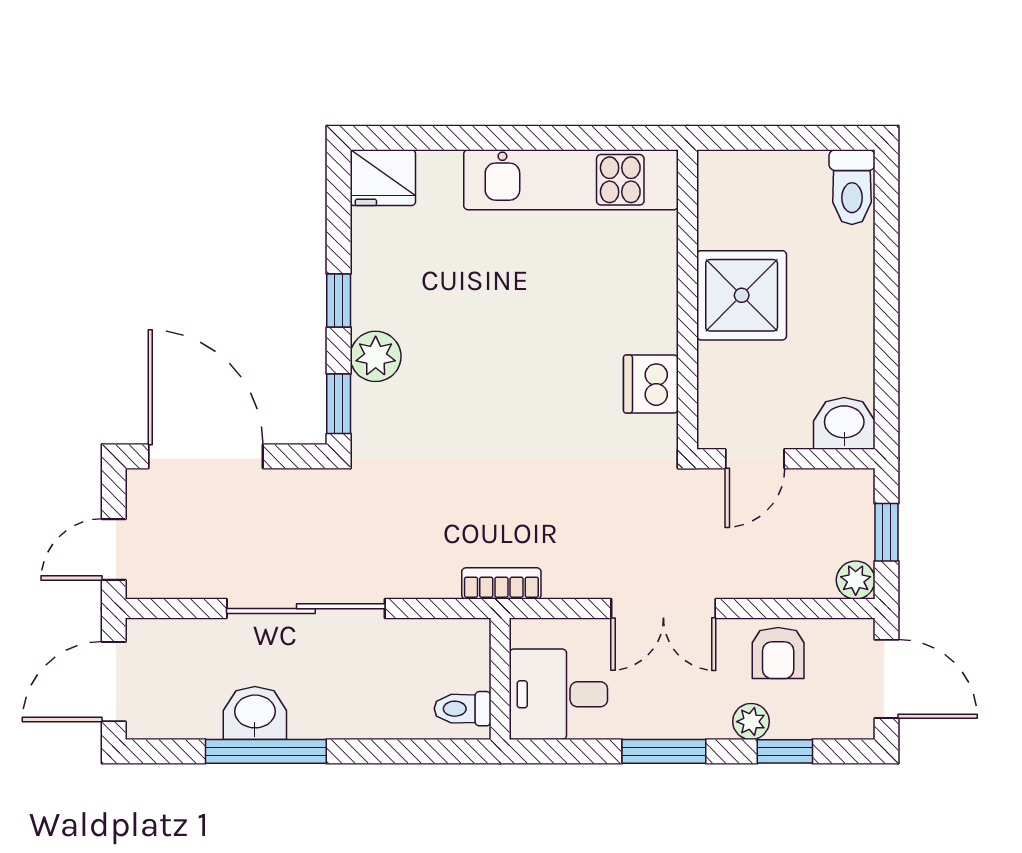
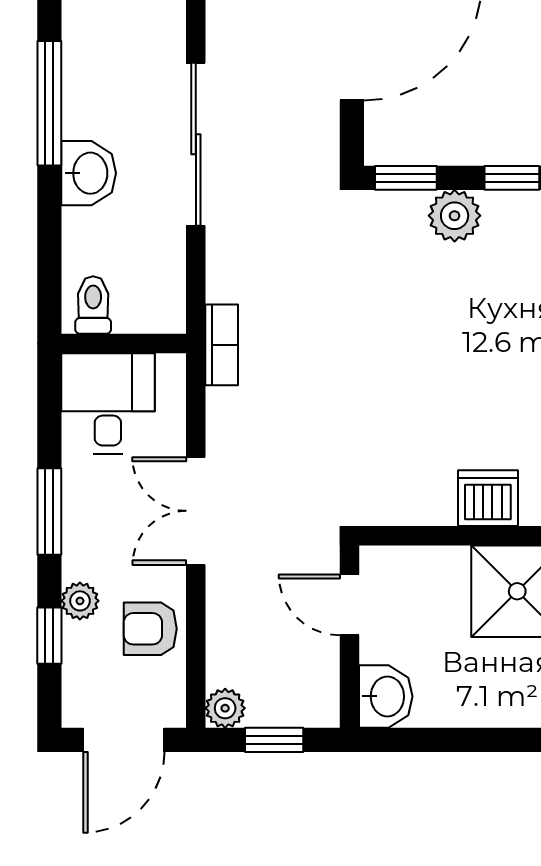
dishwasher: (651, 384) -> (488, 498), moved
washbasin: (255, 713) -> (89, 173), moved

